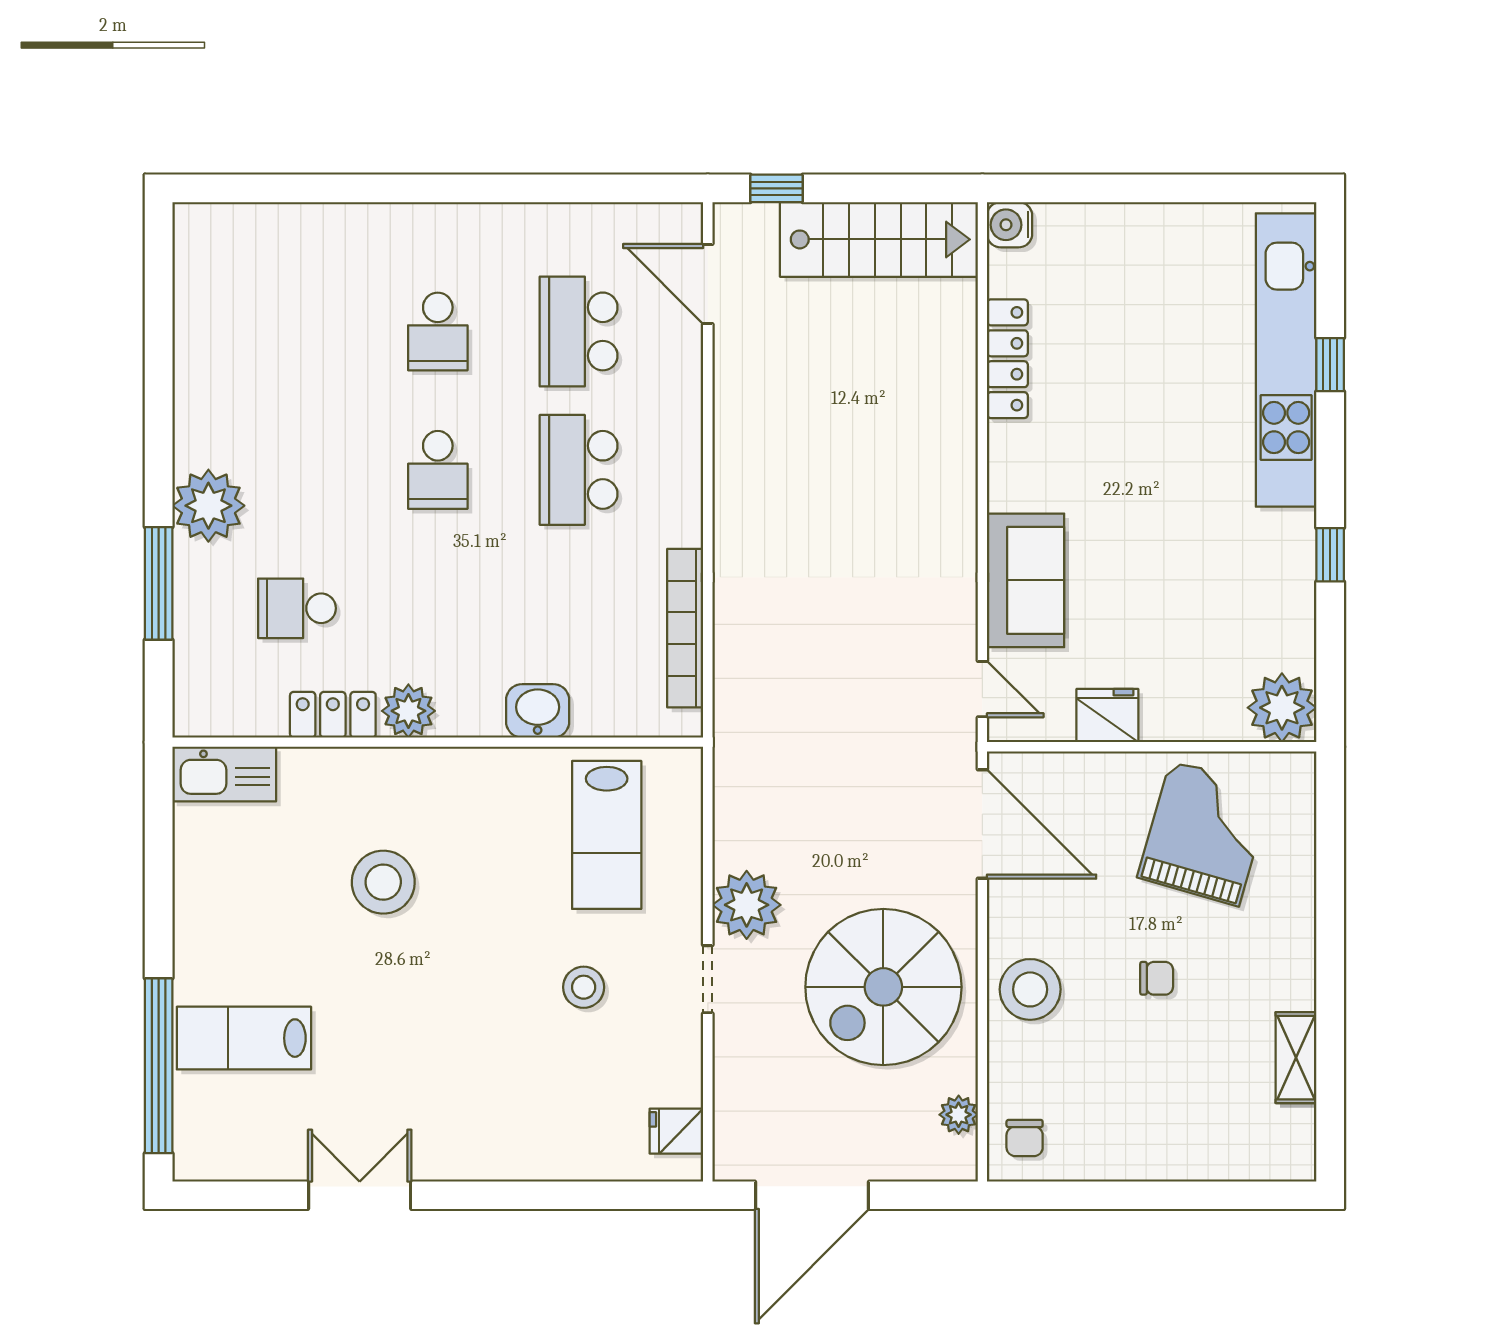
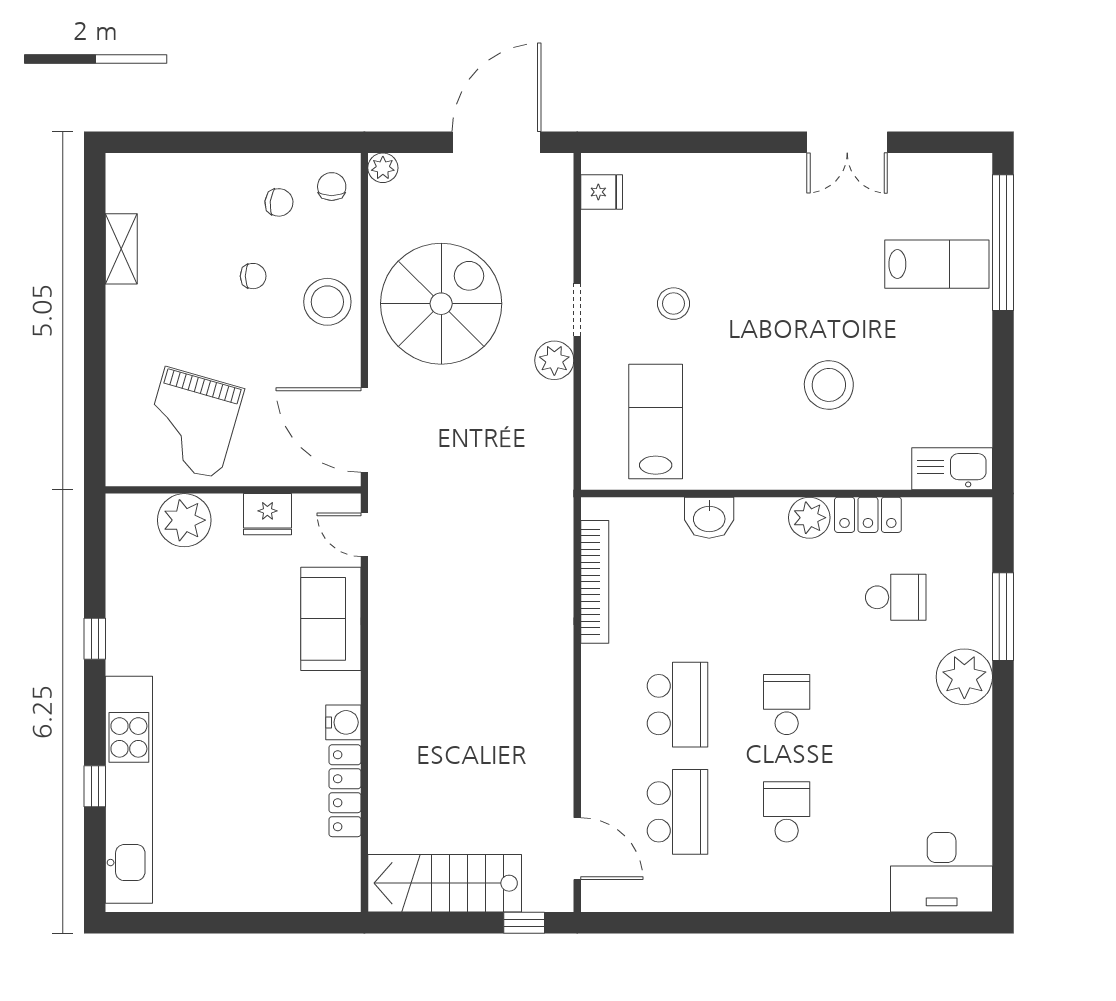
water cooler: (1010, 225) -> (343, 722), moved
desk: (238, 254) -> (942, 872), added
plant: (1282, 708) -> (184, 520), moved
plant: (747, 905) -> (554, 360), width x0.73, depth x0.73
chair: (1157, 978) -> (253, 276), moved, turned 180
plant: (959, 1115) -> (383, 168), moved
chair: (1093, 1118) -> (279, 202), added

